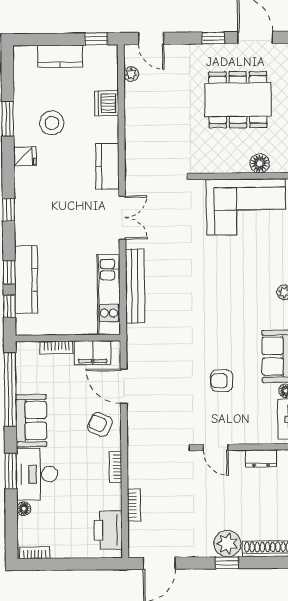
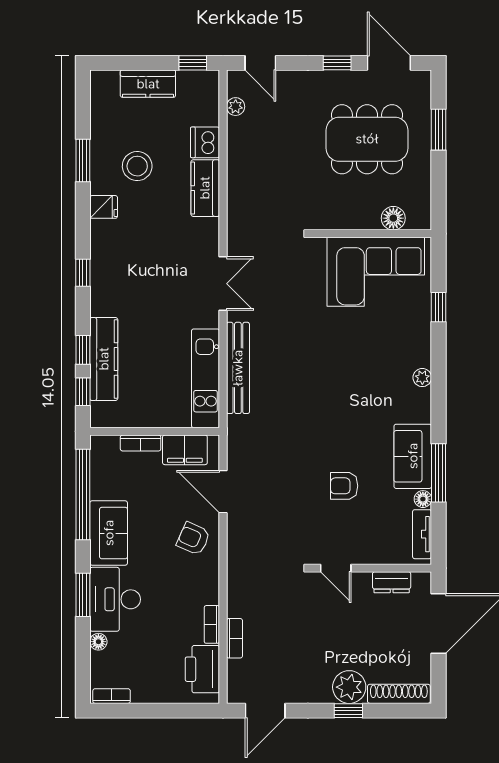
kitchen counter: (107, 166) -> (205, 188), moved
bookcase: (115, 467) -> (212, 624), moved

